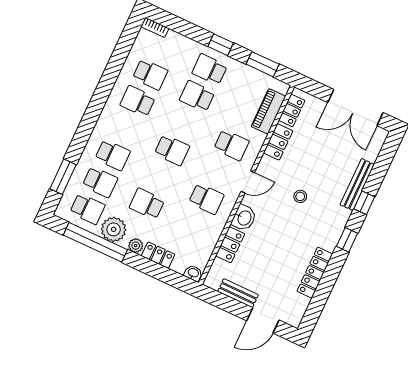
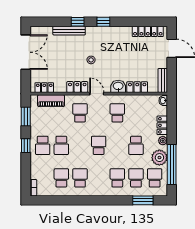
school desk: (138, 101) -> (80, 178), turned 180
locker: (278, 142) -> (77, 87), moved
locker: (315, 273) -> (148, 31), moved
bench: (238, 293) -> (163, 80), moved

